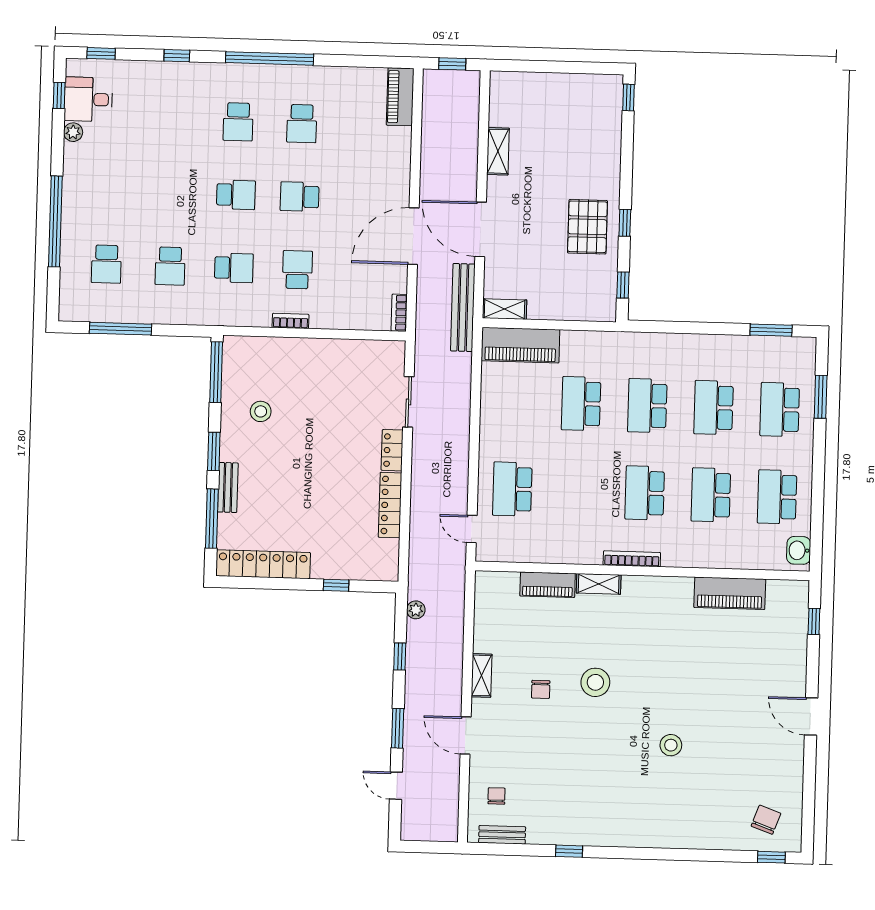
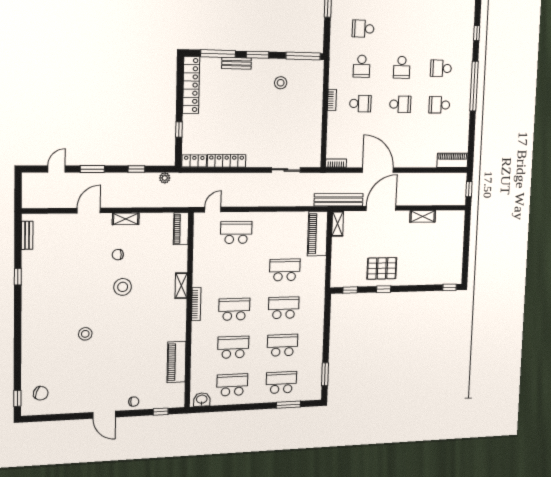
school desk: (300, 197) -> (400, 104), turned 90
locker: (392, 450) -> (194, 161), moved
piano: (548, 585) -> (181, 229), moved
door: (811, 717) -> (104, 415), swing flipped
chair: (497, 796) -> (134, 402), moved

